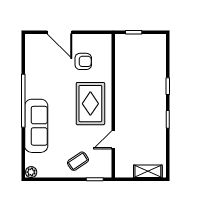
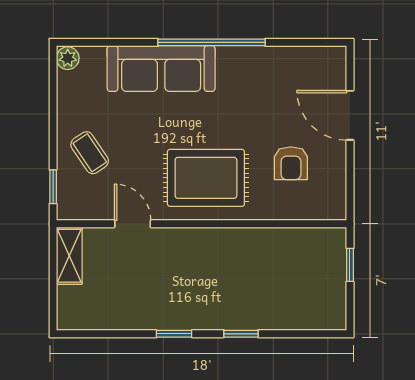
door: (59, 32) -> (350, 115), hinge flipped
shelving: (148, 171) -> (69, 256), moved

